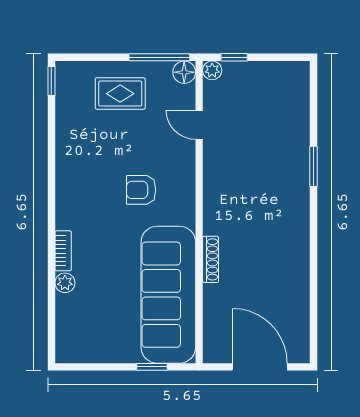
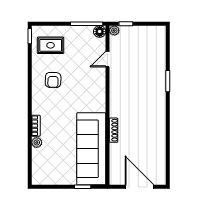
rug: (120, 94) -> (51, 45), moved
door: (199, 125) -> (107, 59), hinge flipped
armchair: (141, 190) -> (53, 80), moved, turned -88

